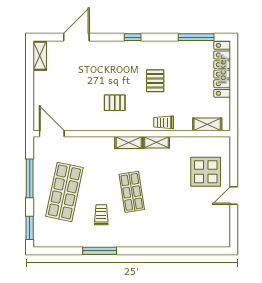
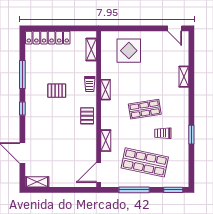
window: (196, 37) -> (22, 75), moved
pallet: (115, 103) -> (87, 116), moved
shelving: (129, 143) -> (106, 141), moved
door: (234, 196) -> (175, 28), moved
shelving: (173, 241) -> (184, 77), added
window: (100, 251) -> (191, 135), width x0.69

